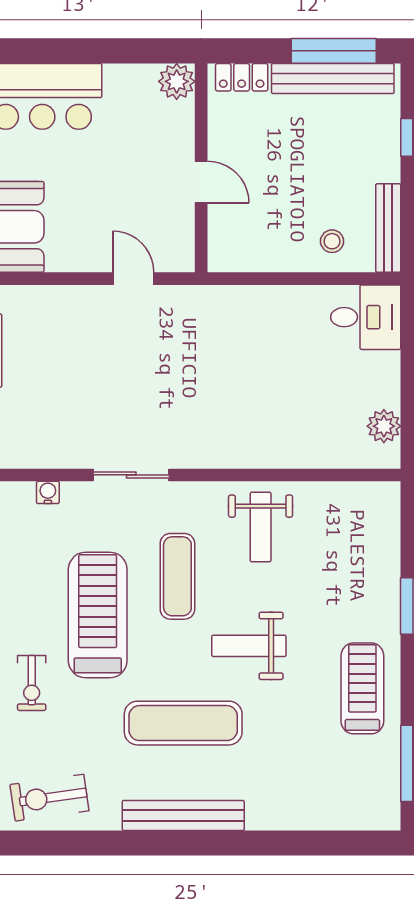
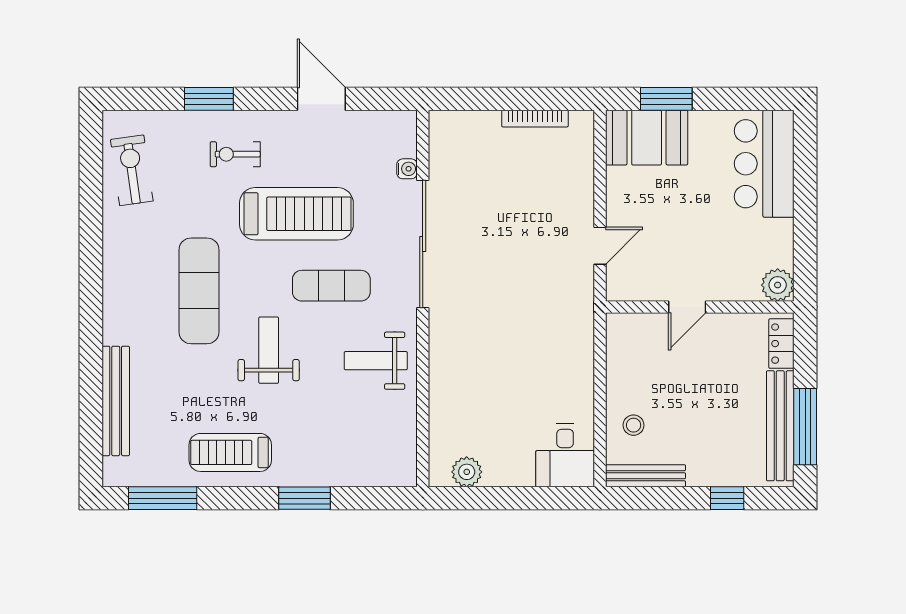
sliding door: (131, 475) -> (423, 244), width x1.86
treadmill: (362, 688) -> (230, 452), turned 180
bench: (183, 815) -> (116, 401), moved

